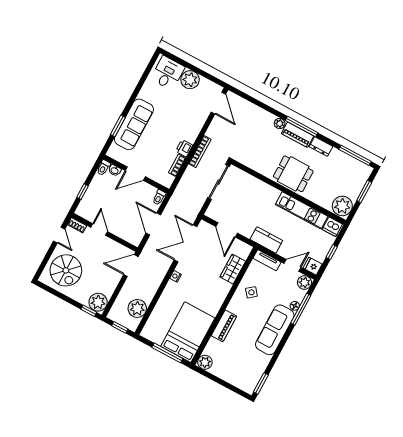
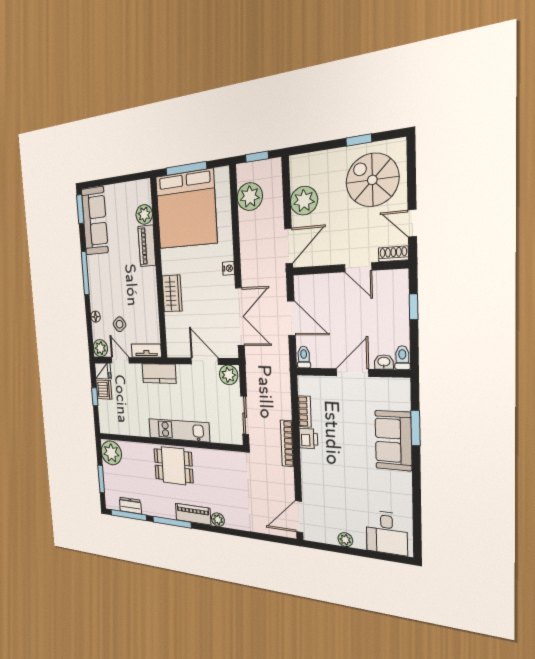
plant: (190, 80) -> (345, 540), width x0.53, depth x0.53
door: (218, 103) -> (299, 517), hinge flipped
sofa: (134, 124) -> (393, 441), width x0.73
window: (302, 127) -> (172, 522), moved
dresser: (321, 146) -> (130, 506), moved
sliding door: (219, 182) -> (245, 415), width x0.73
kitchen unit: (302, 210) -> (179, 430), moved
plant: (215, 212) -> (229, 375), added
dishwasher: (332, 227) -> (104, 390), moved, turned 90
door: (292, 265) -> (120, 360), swing flipped
wardrobe: (233, 269) -> (172, 293), moved
side table: (251, 292) -> (120, 324), moved
plant: (98, 302) -> (304, 201), moved
window: (301, 309) -> (85, 273), moved
window: (89, 311) -> (359, 140), moved
sofa: (275, 330) -> (95, 221), moved
bed: (188, 332) -> (186, 209), width x1.36
plant: (205, 362) -> (144, 214), moved

